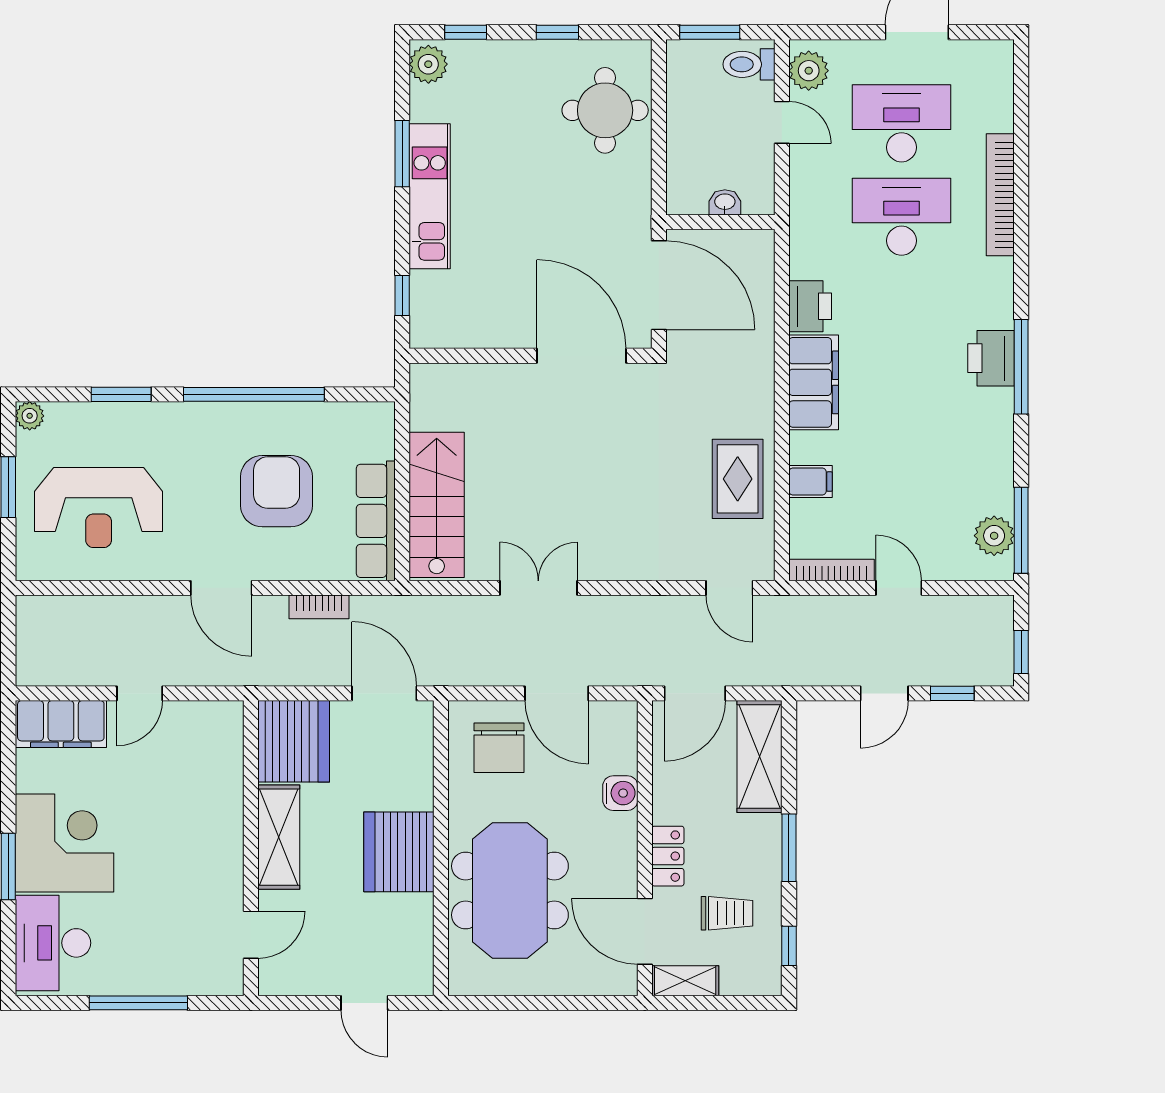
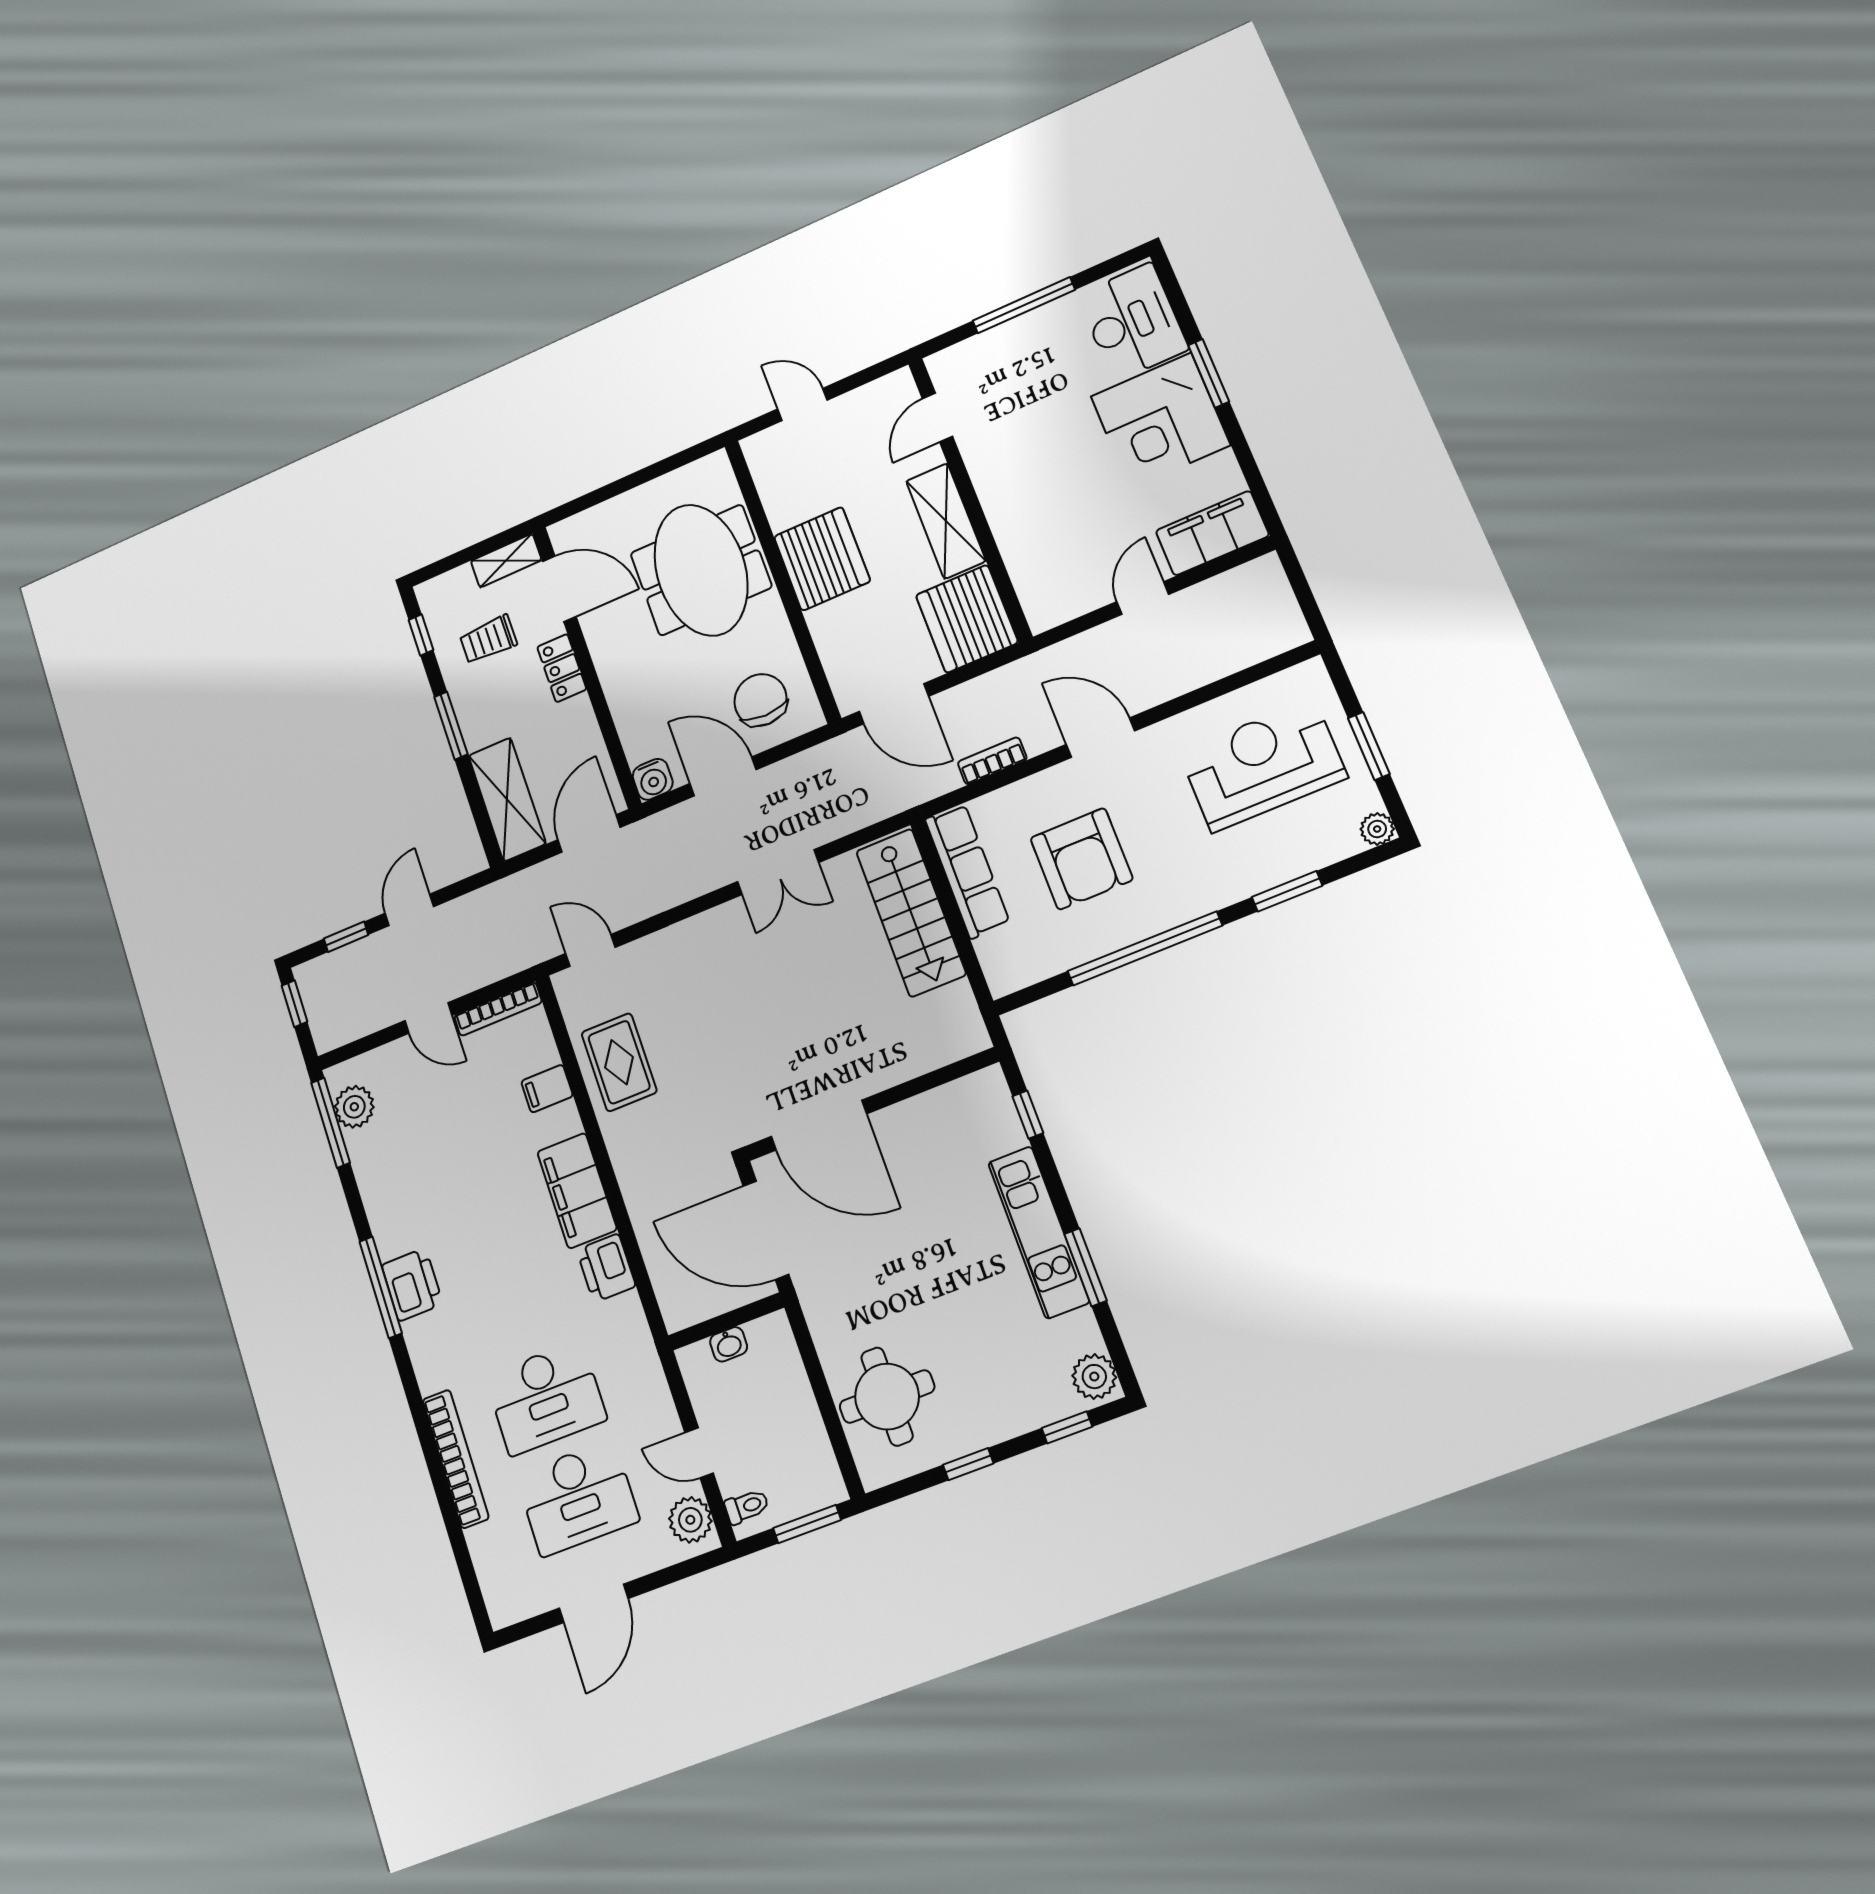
toilet: (749, 64) -> (747, 1506), width x0.73, depth x0.72
water cooler: (620, 793) -> (653, 779), moved, turned -90

